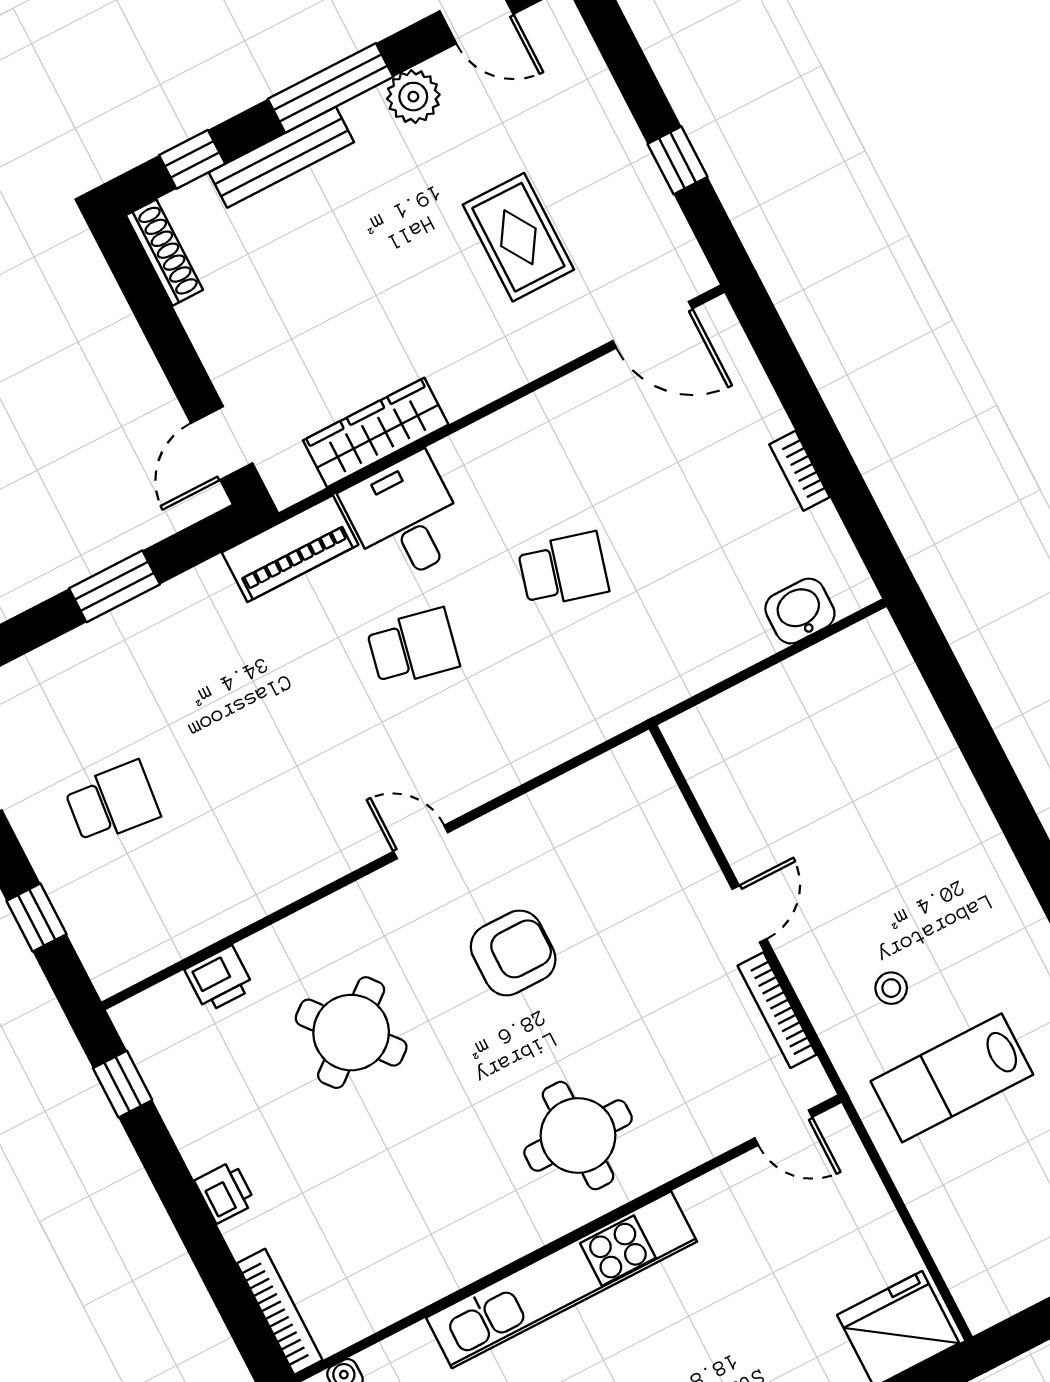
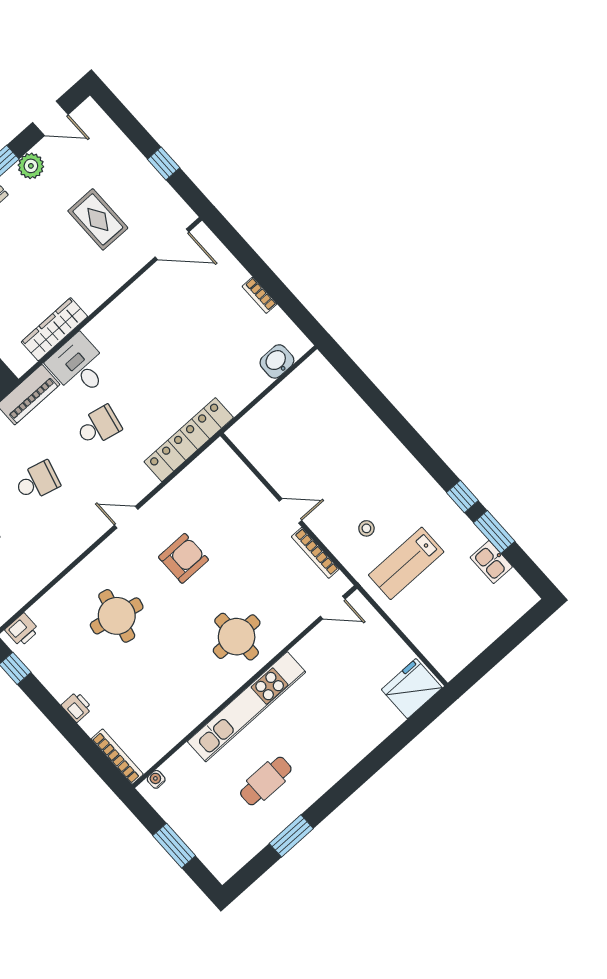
school desk: (563, 570) -> (37, 481), moved
locker: (585, 721) -> (189, 440), added
door: (749, 914) -> (290, 511), hinge flipped
printer: (219, 979) -> (22, 630), moved
round table: (351, 1033) -> (117, 616), turned -38

